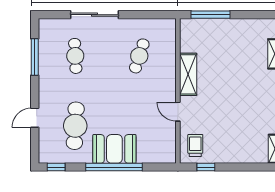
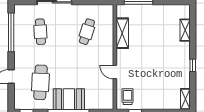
window: (35, 57) -> (11, 32), width x1.46
shelving: (188, 74) -> (122, 33), moved

